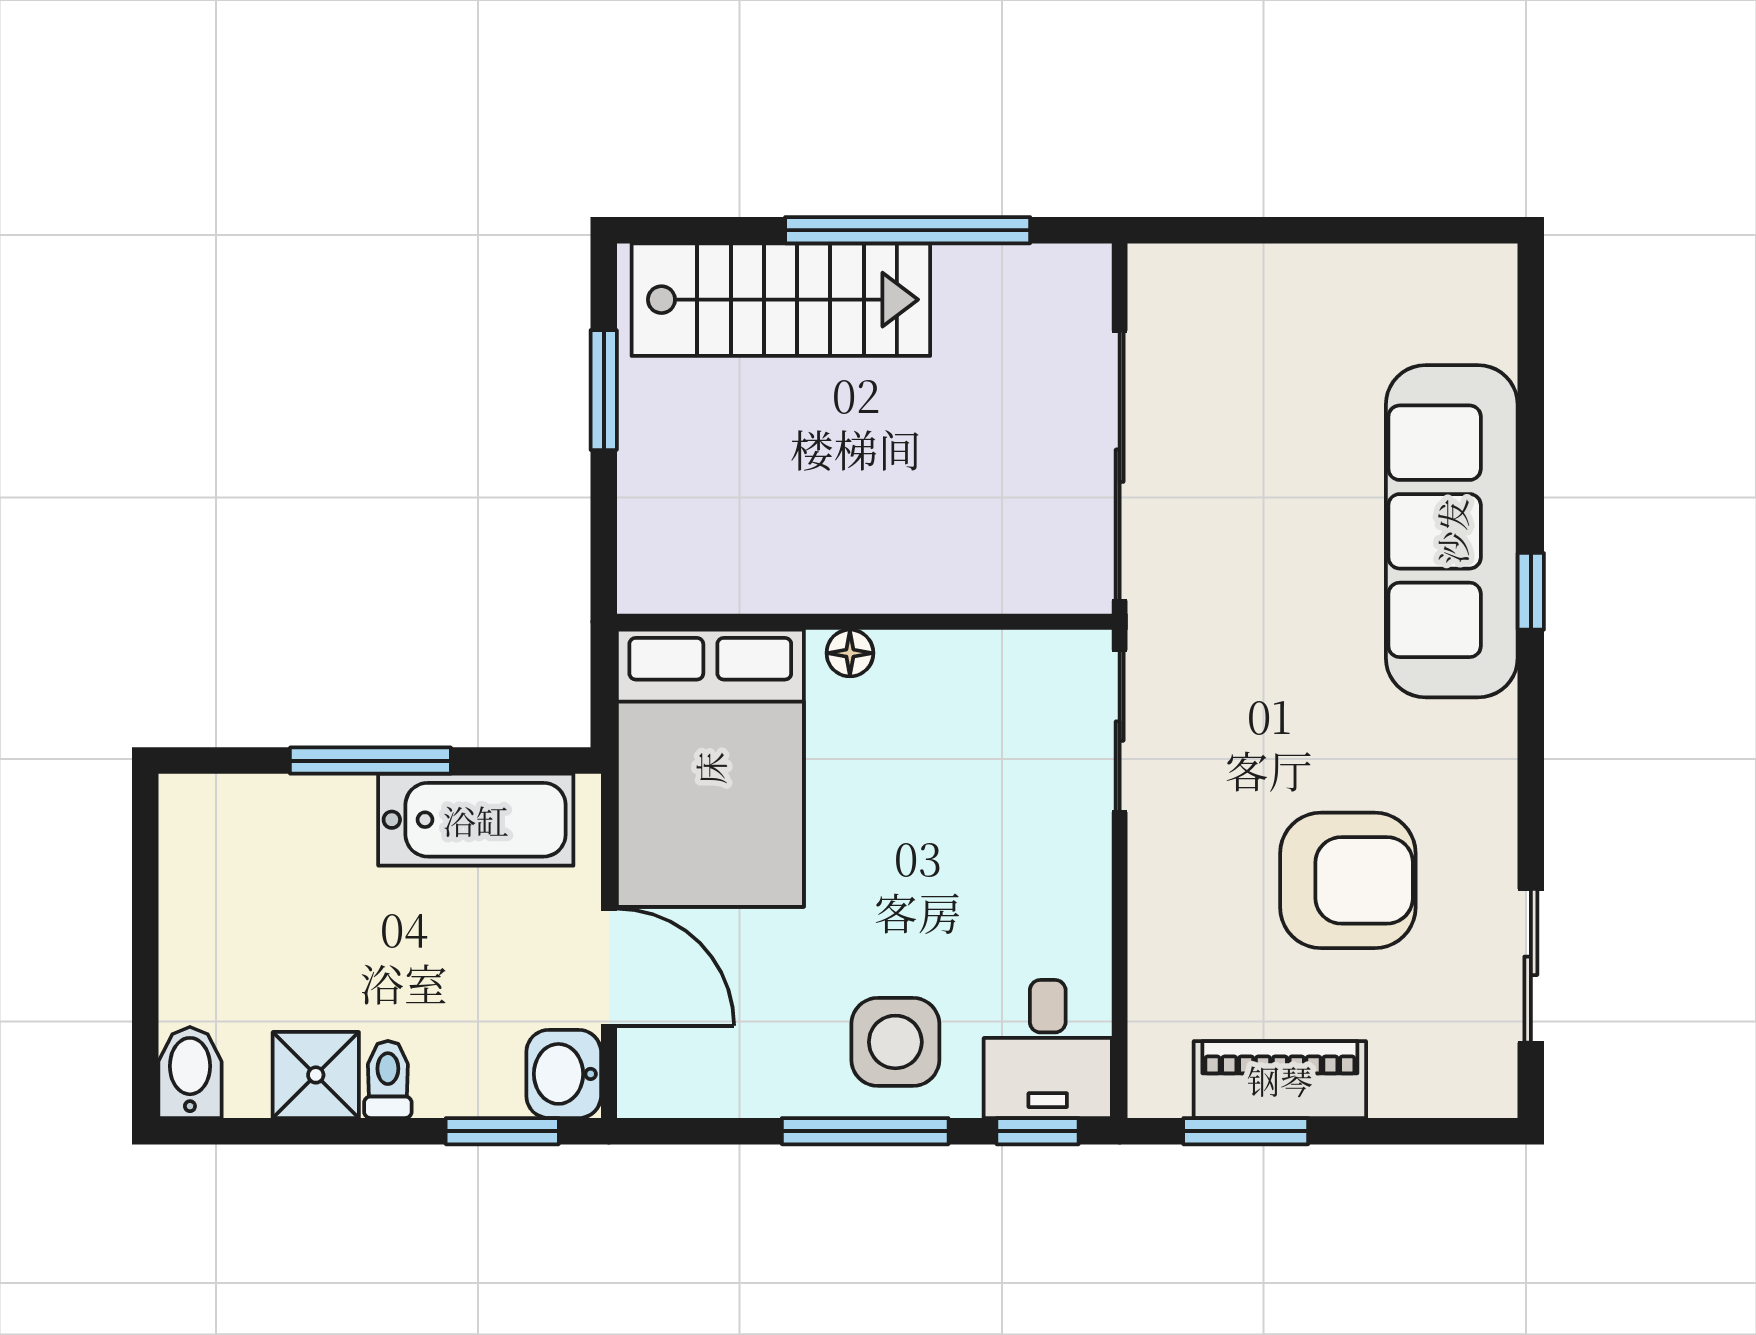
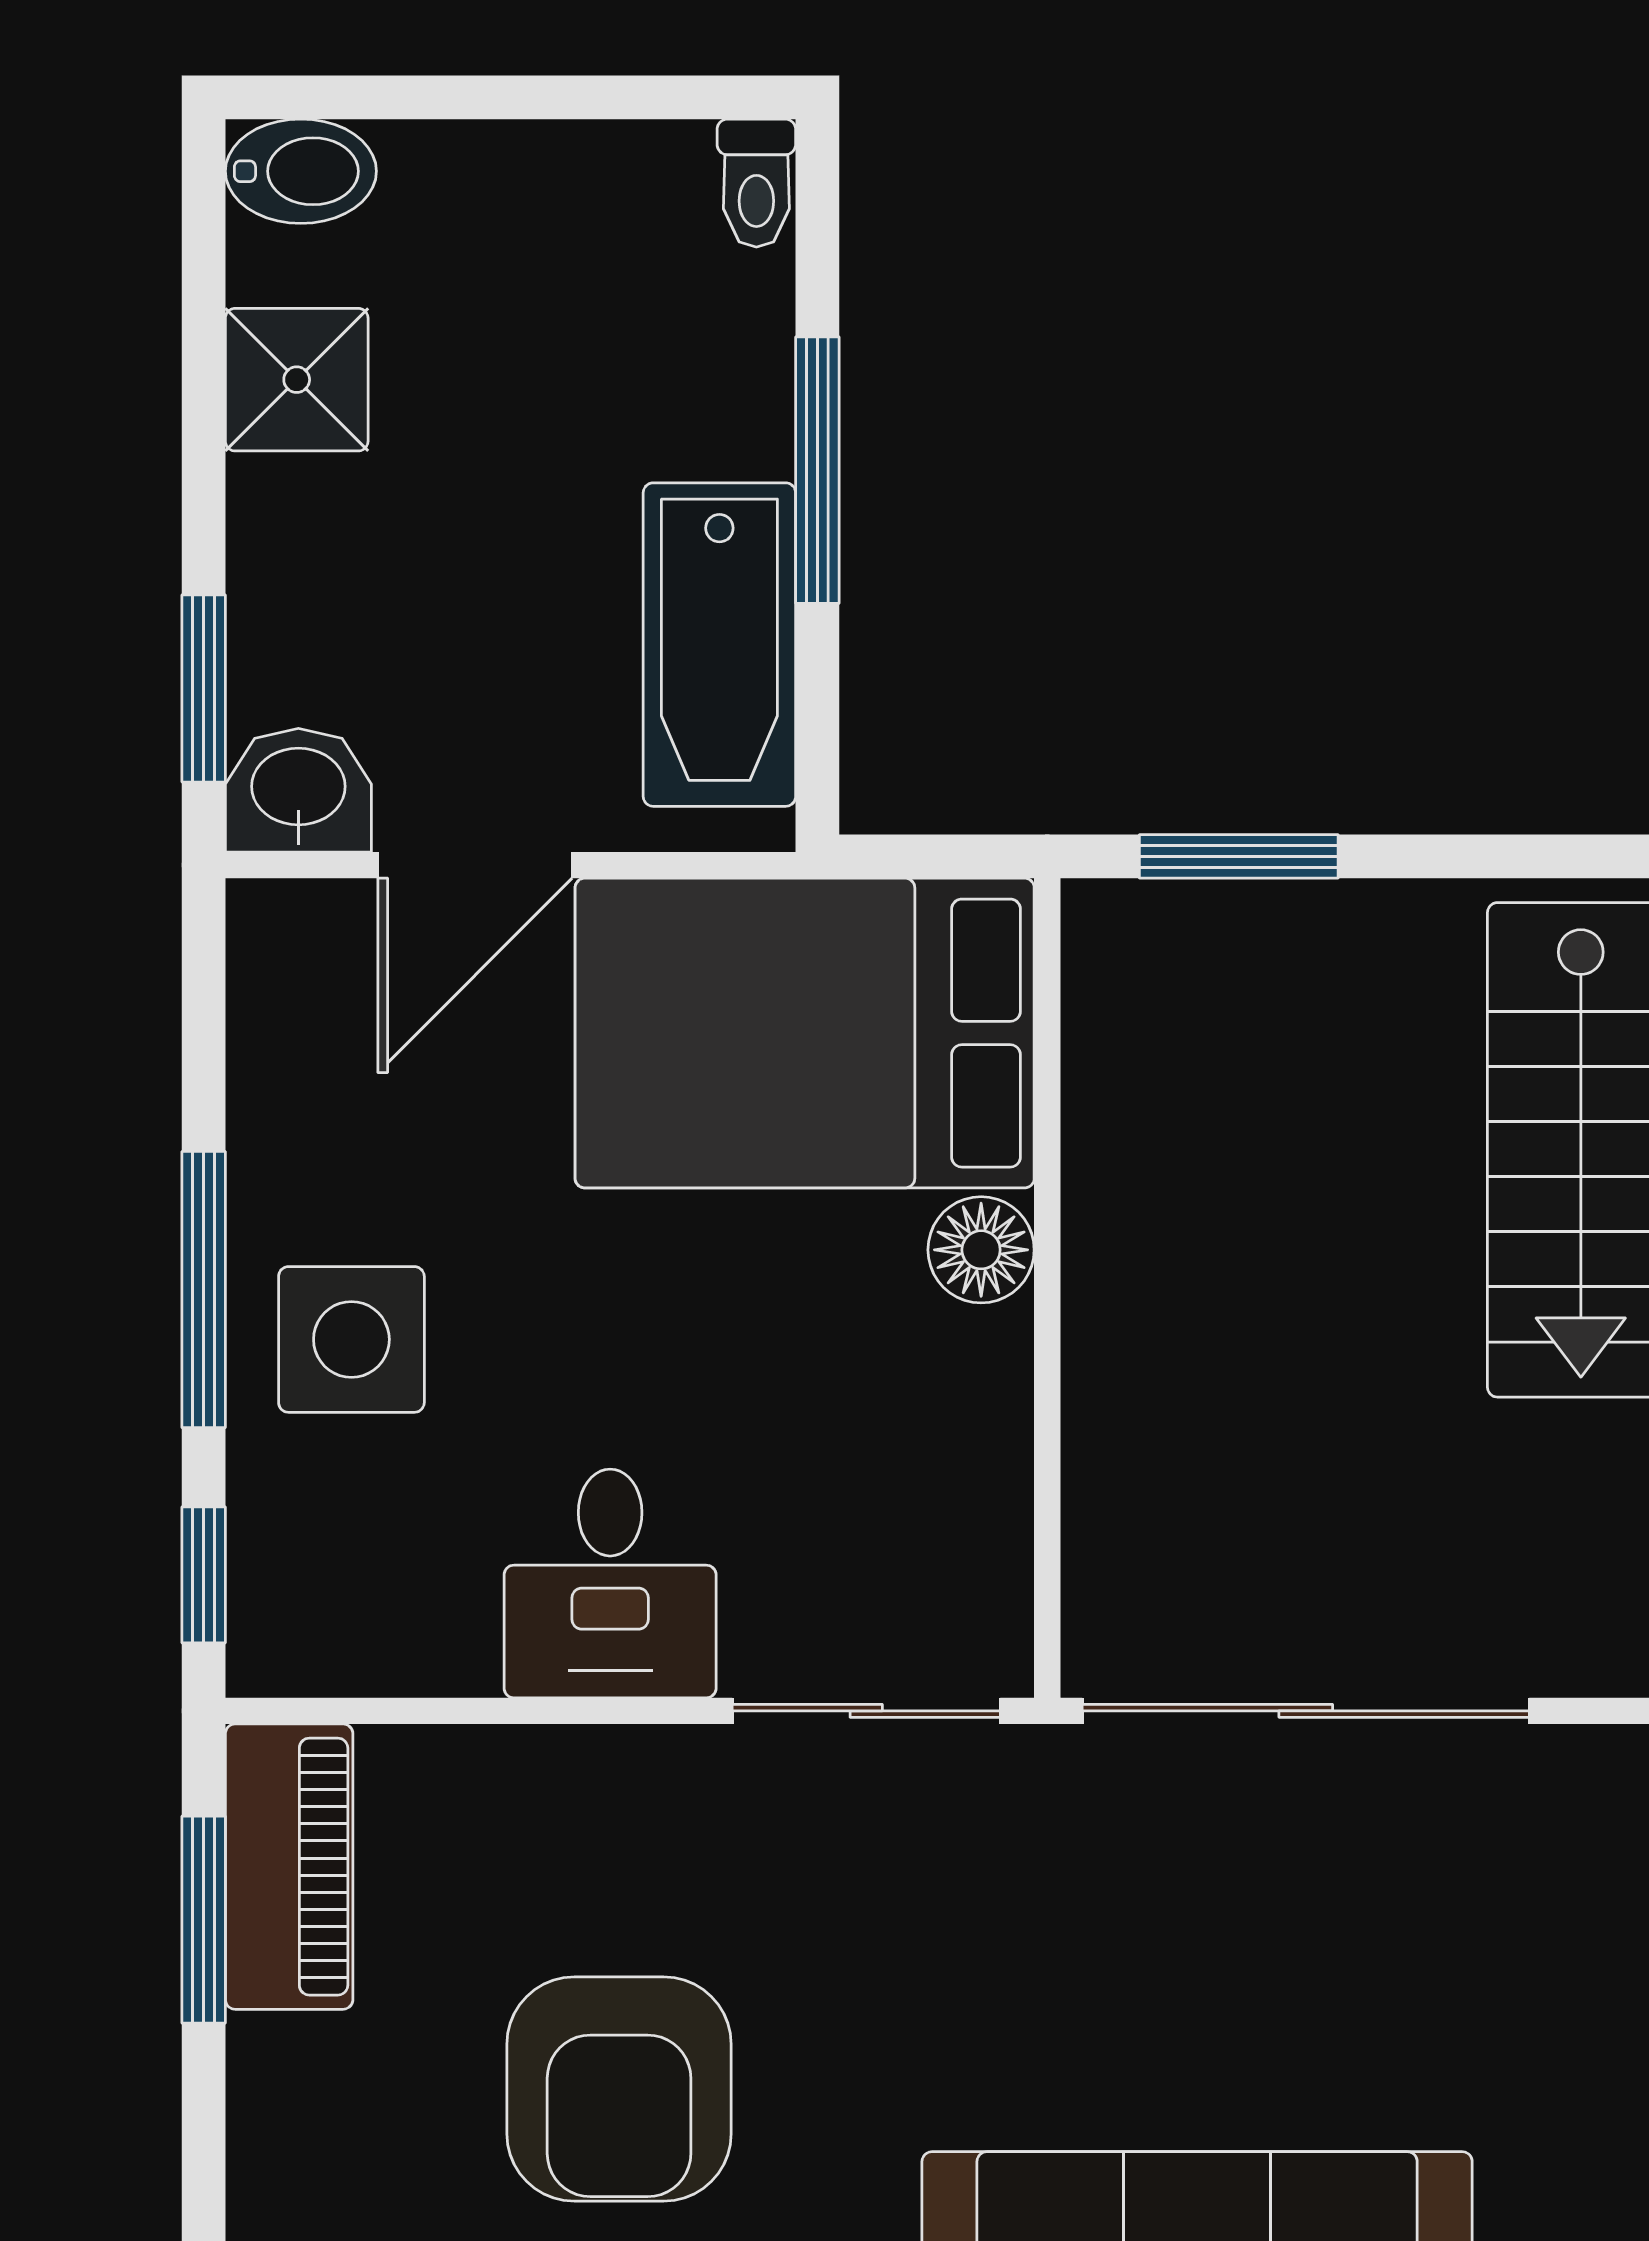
window: (604, 390) -> (1239, 856), moved
floor lamp: (850, 653) -> (981, 1250), width x1.37, depth x1.37
desk: (1048, 1049) -> (610, 1583), moved, turned -90
toilet: (388, 1079) -> (756, 183), moved, turned 90
piano: (1280, 1080) -> (289, 1867), moved

